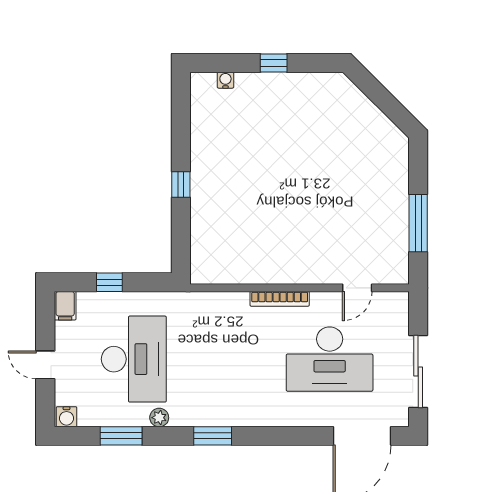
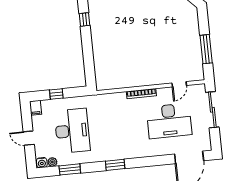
window: (181, 184) -> (84, 19), moved
sliding door: (418, 371) -> (212, 110), moved
plant: (159, 418) -> (52, 162), moved

